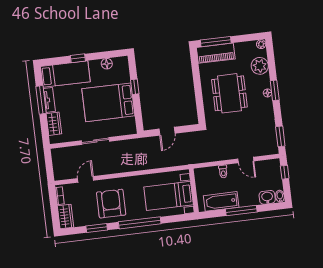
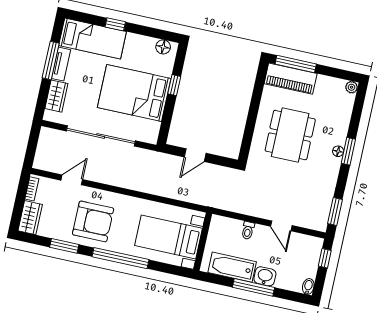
floor lamp: (107, 64) -> (163, 47), moved
plant: (260, 66) -> (340, 114), removed
sliding door: (95, 141) -> (101, 136), width x1.86
washbasin: (267, 197) -> (265, 276), moved
armchair: (111, 204) -> (93, 221), turned 90

